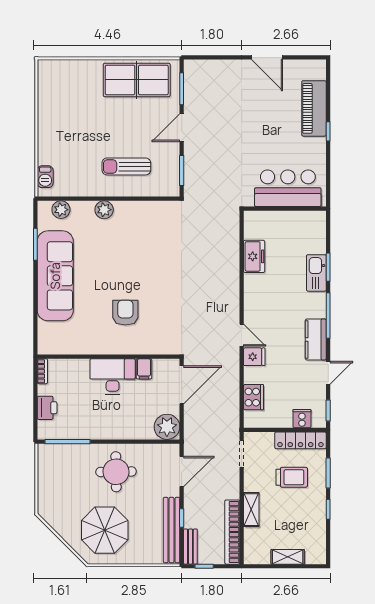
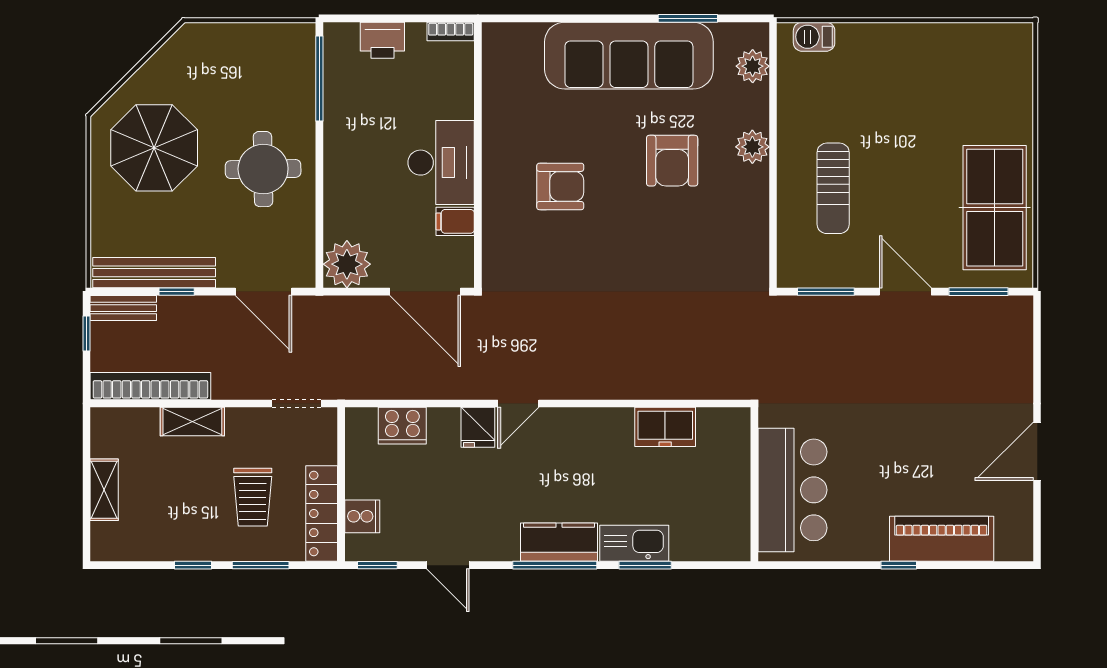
sun lounger: (126, 166) -> (833, 188), turned 180
armchair: (112, 253) -> (672, 161), added
kitchen counter: (316, 339) -> (559, 542), moved

